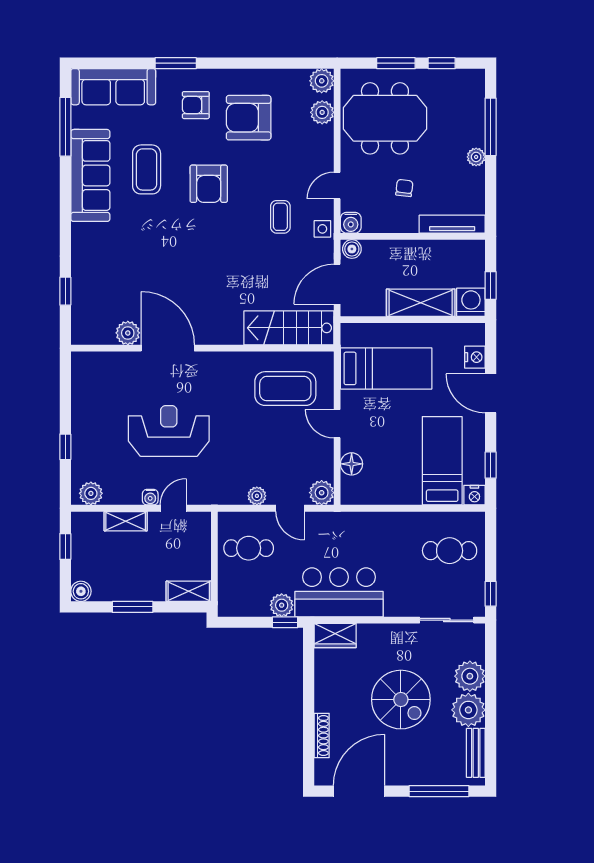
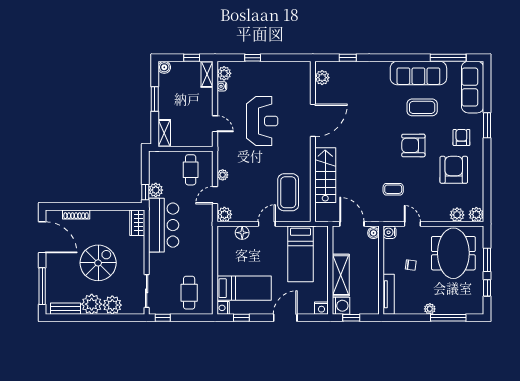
side table: (322, 229) -> (386, 215), removed
stairs: (289, 328) -> (325, 175), moved
plant: (128, 333) -> (322, 78), moved
nightstand: (475, 357) -> (321, 308), moved
water cooler: (150, 497) -> (222, 86), moved
shelving: (126, 521) -> (207, 74), moved
spiral stairs: (401, 700) -> (98, 263), turned 180

